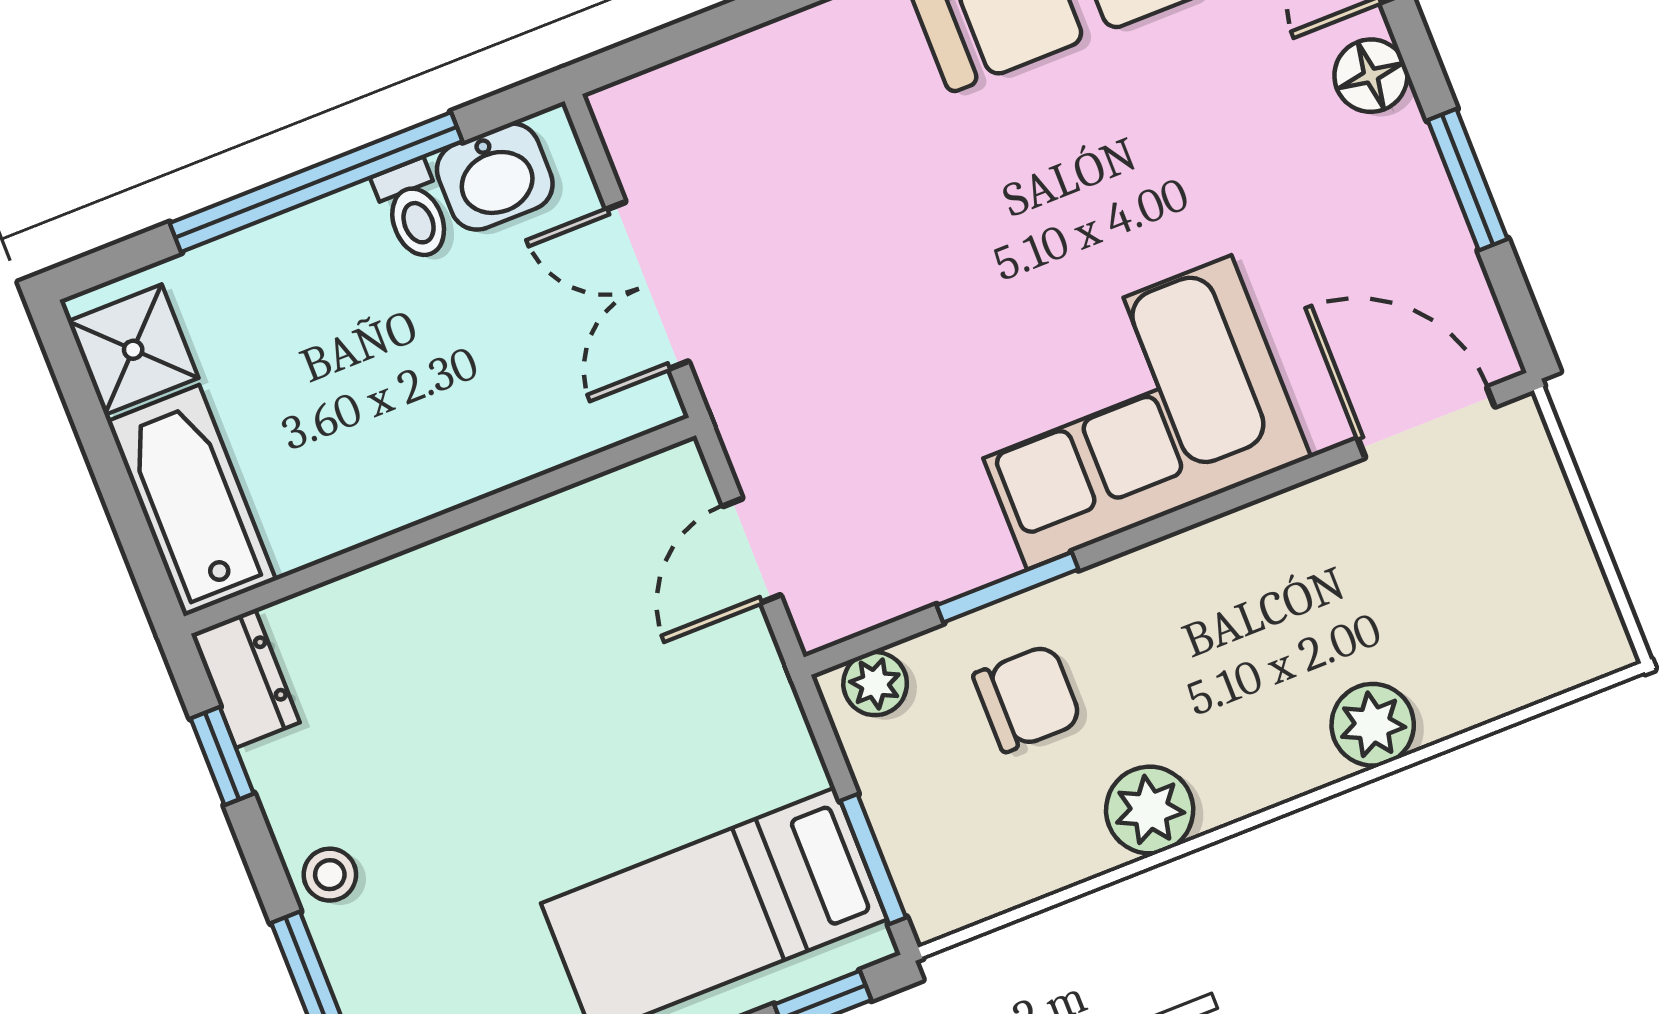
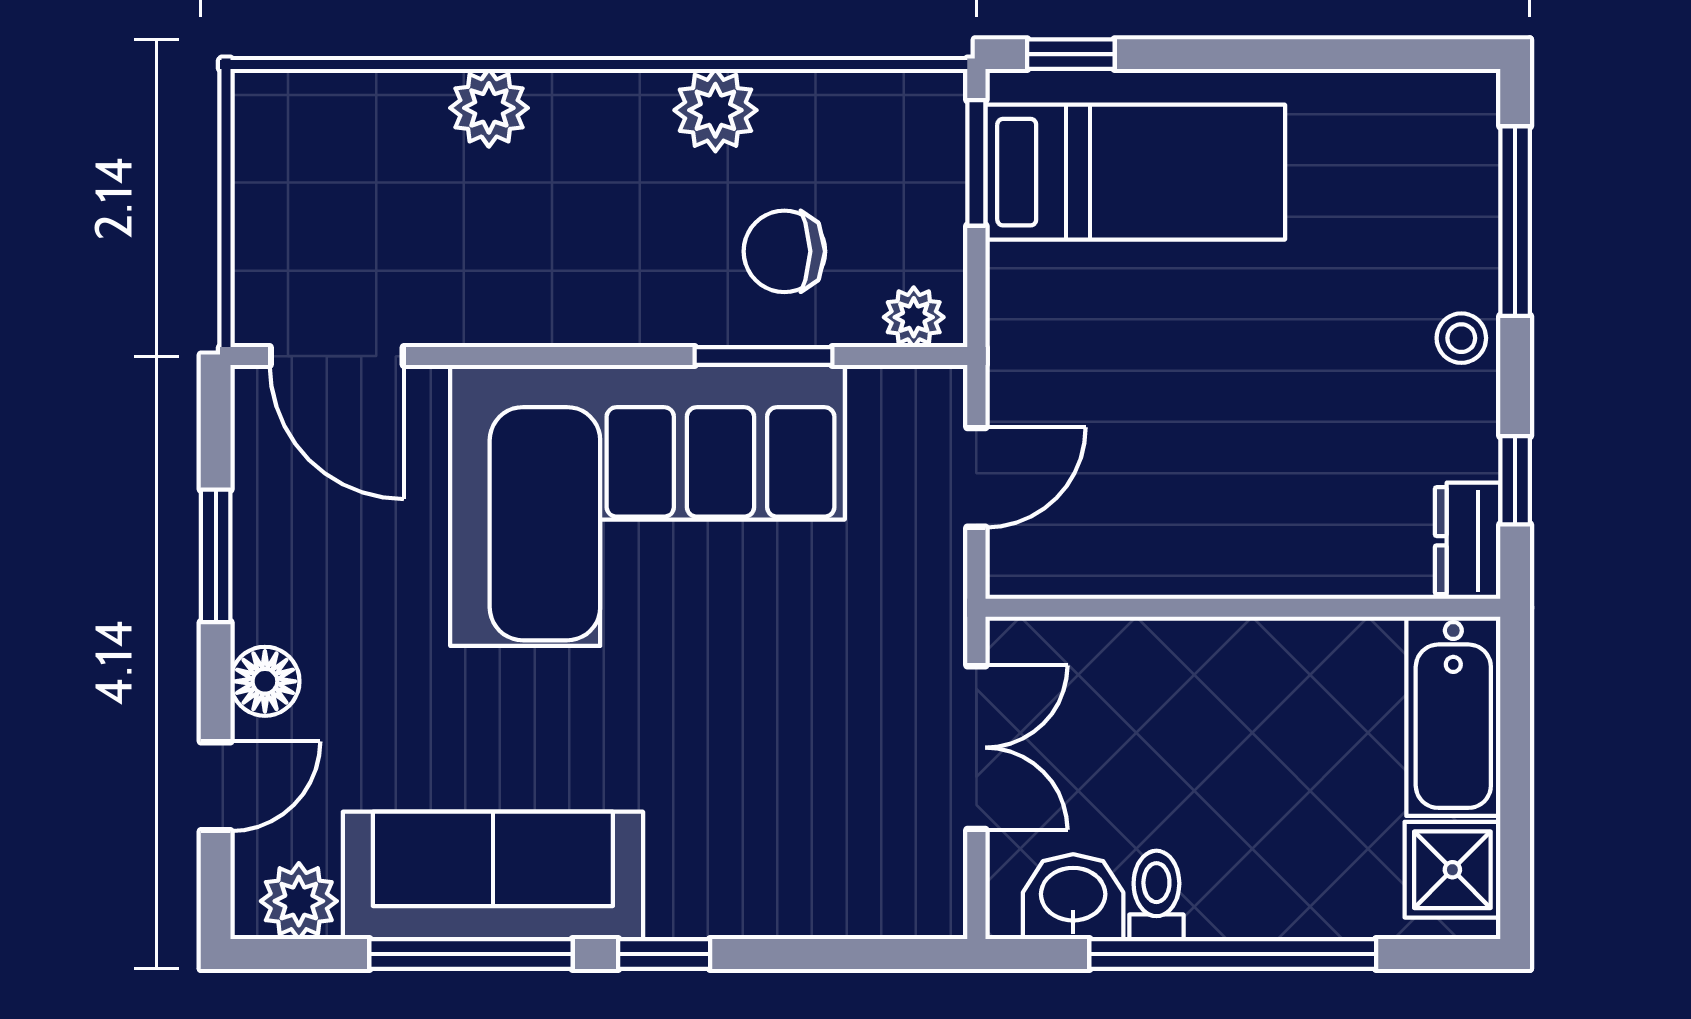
corner sofa: (1129, 412) -> (648, 505), width x1.36, depth x1.36

